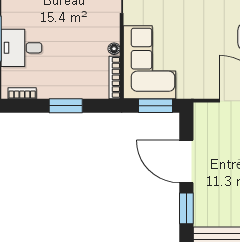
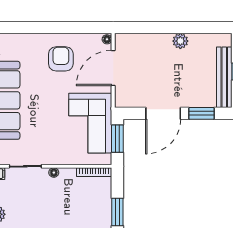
floor lamp: (114, 49) -> (54, 173), moved
corner sofa: (150, 62) -> (90, 123), moved, turned -90

